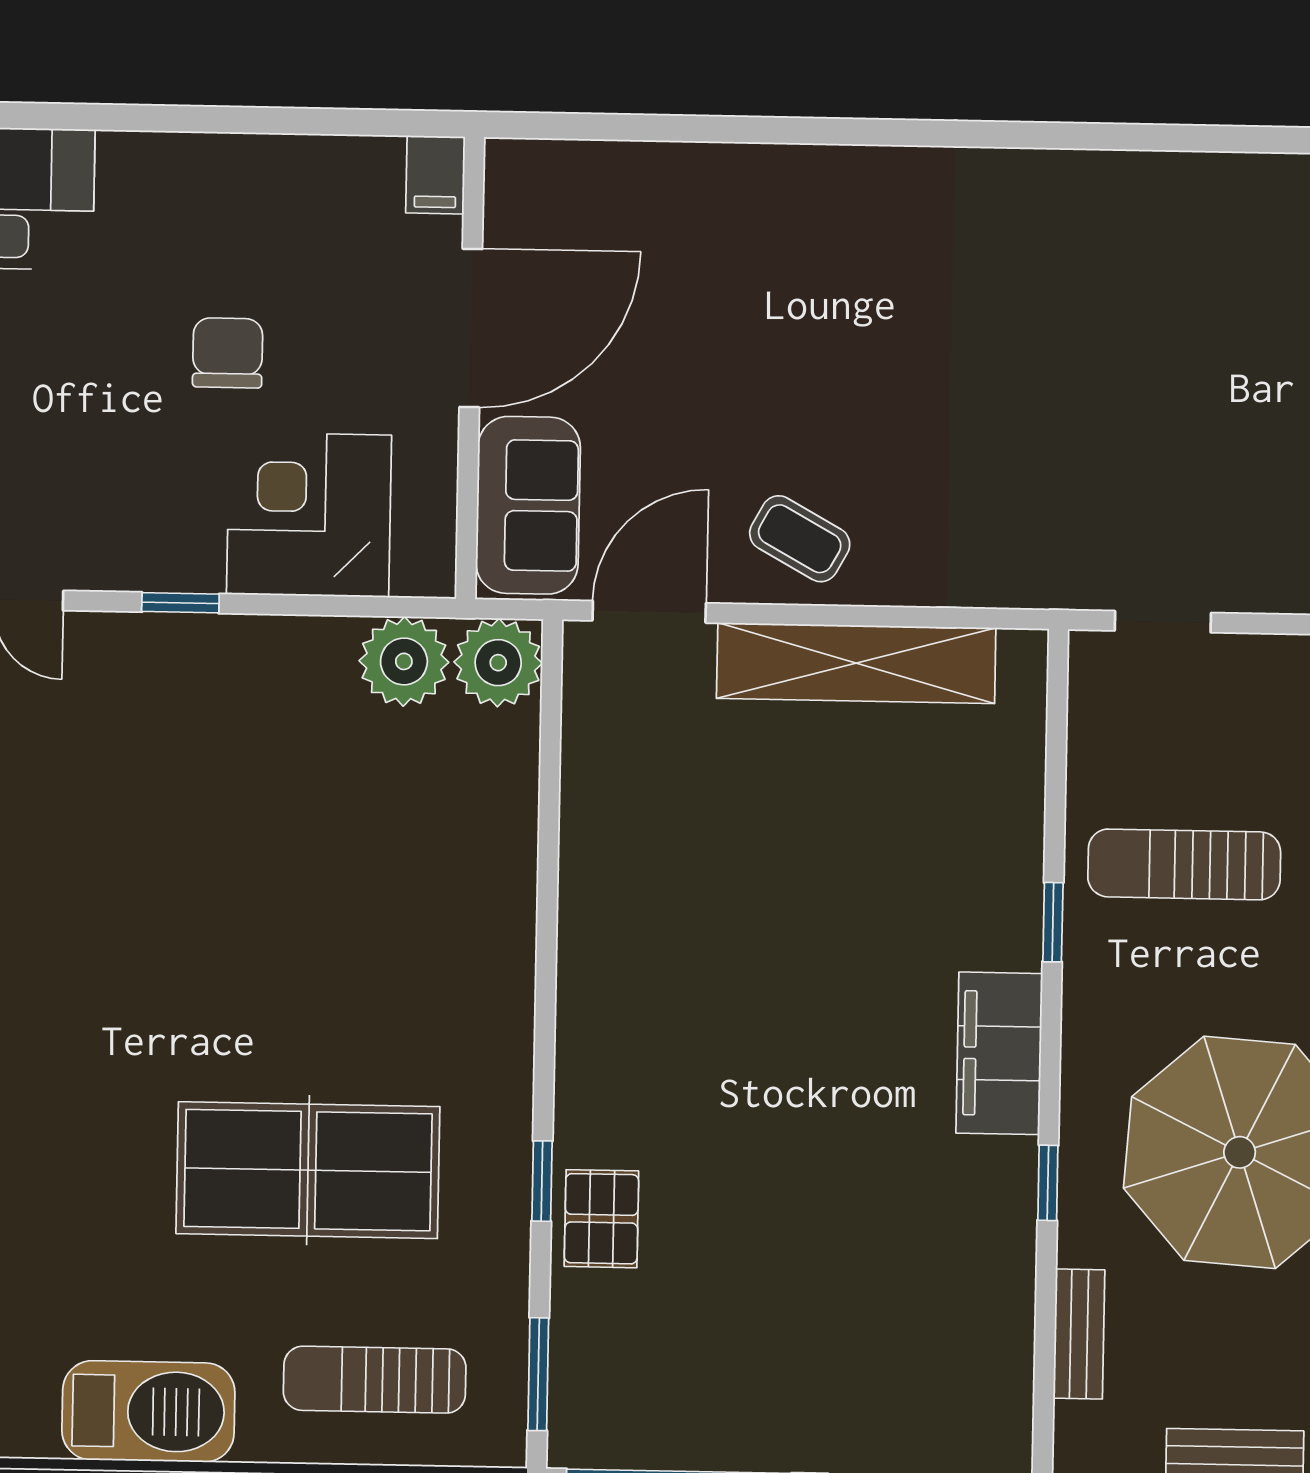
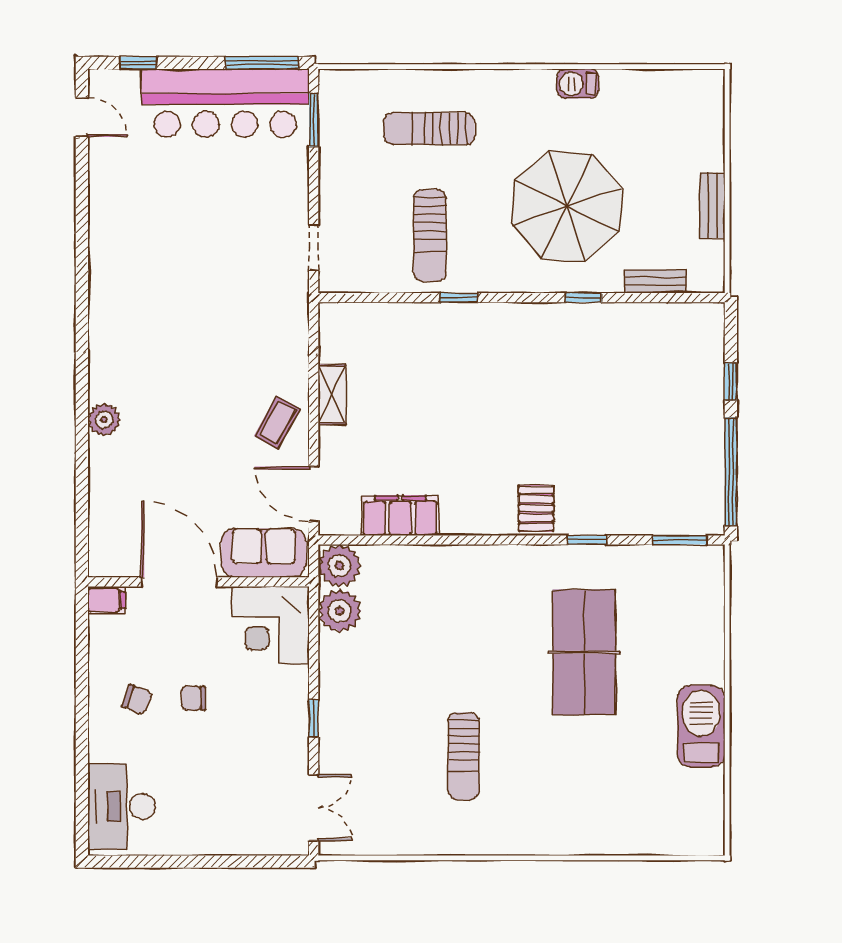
plant: (813, 177) -> (104, 420), added
chair: (227, 234) -> (137, 700), added
chair: (228, 353) -> (194, 698), width x0.73, depth x0.73
corner desk: (309, 515) -> (270, 625), moved
shelving: (856, 663) -> (332, 394), width x0.45, depth x0.75
filing cabinet: (999, 1053) -> (400, 515), moved, turned 180
pallet: (601, 1219) -> (536, 508), moved, turned 90
sun lounger: (375, 1380) -> (464, 756), moved

